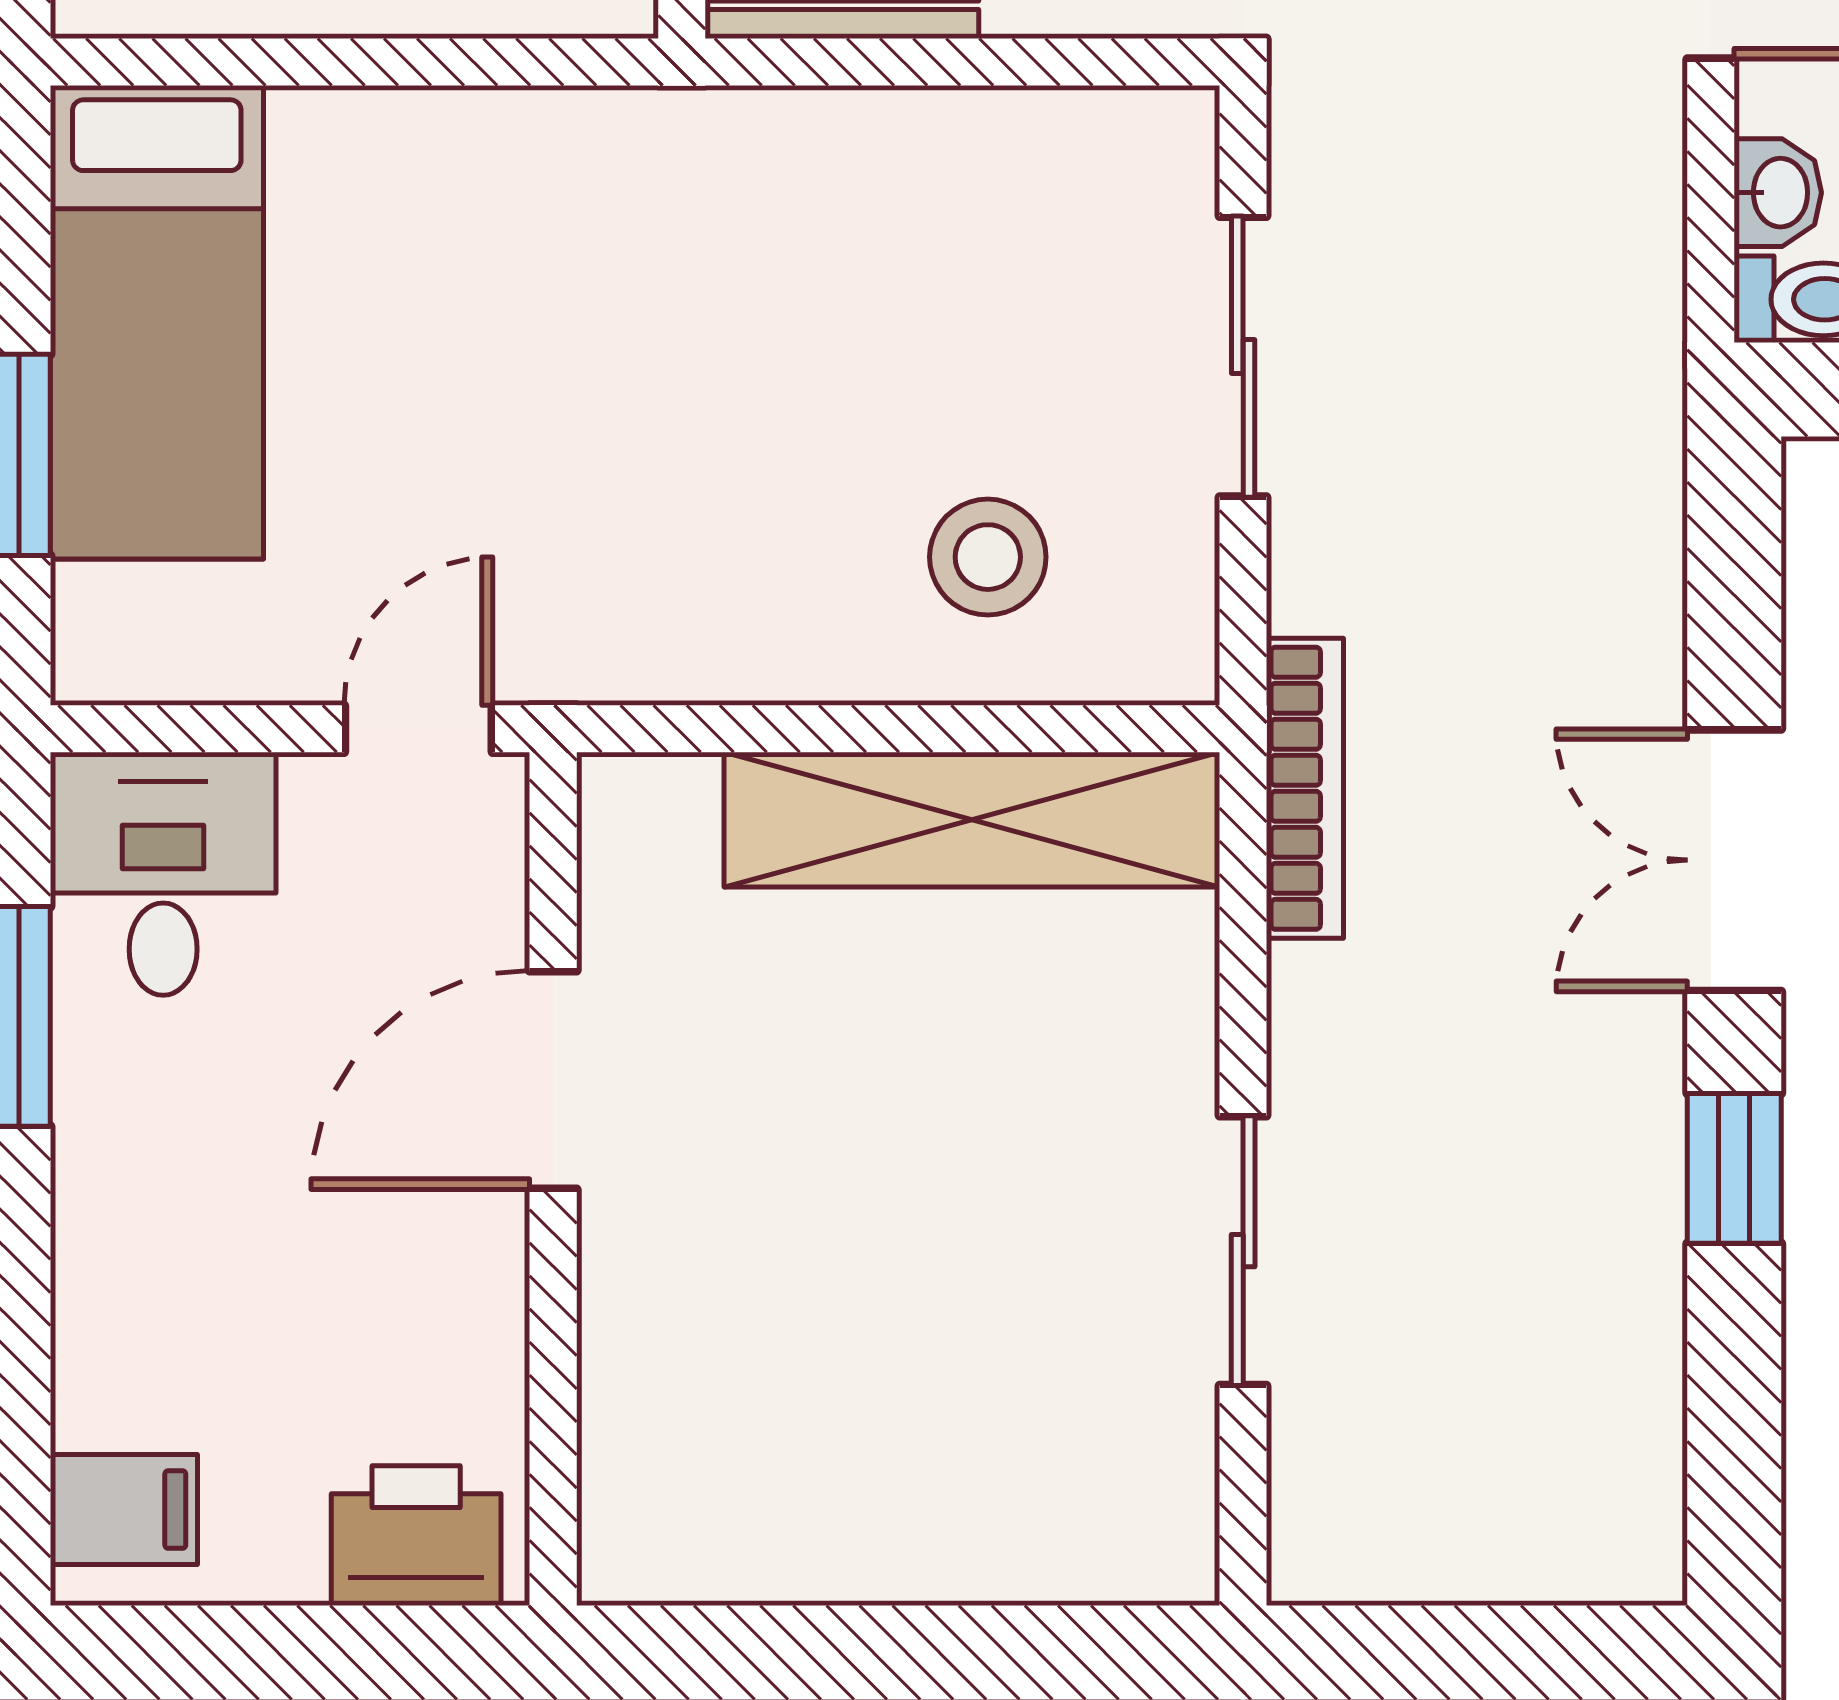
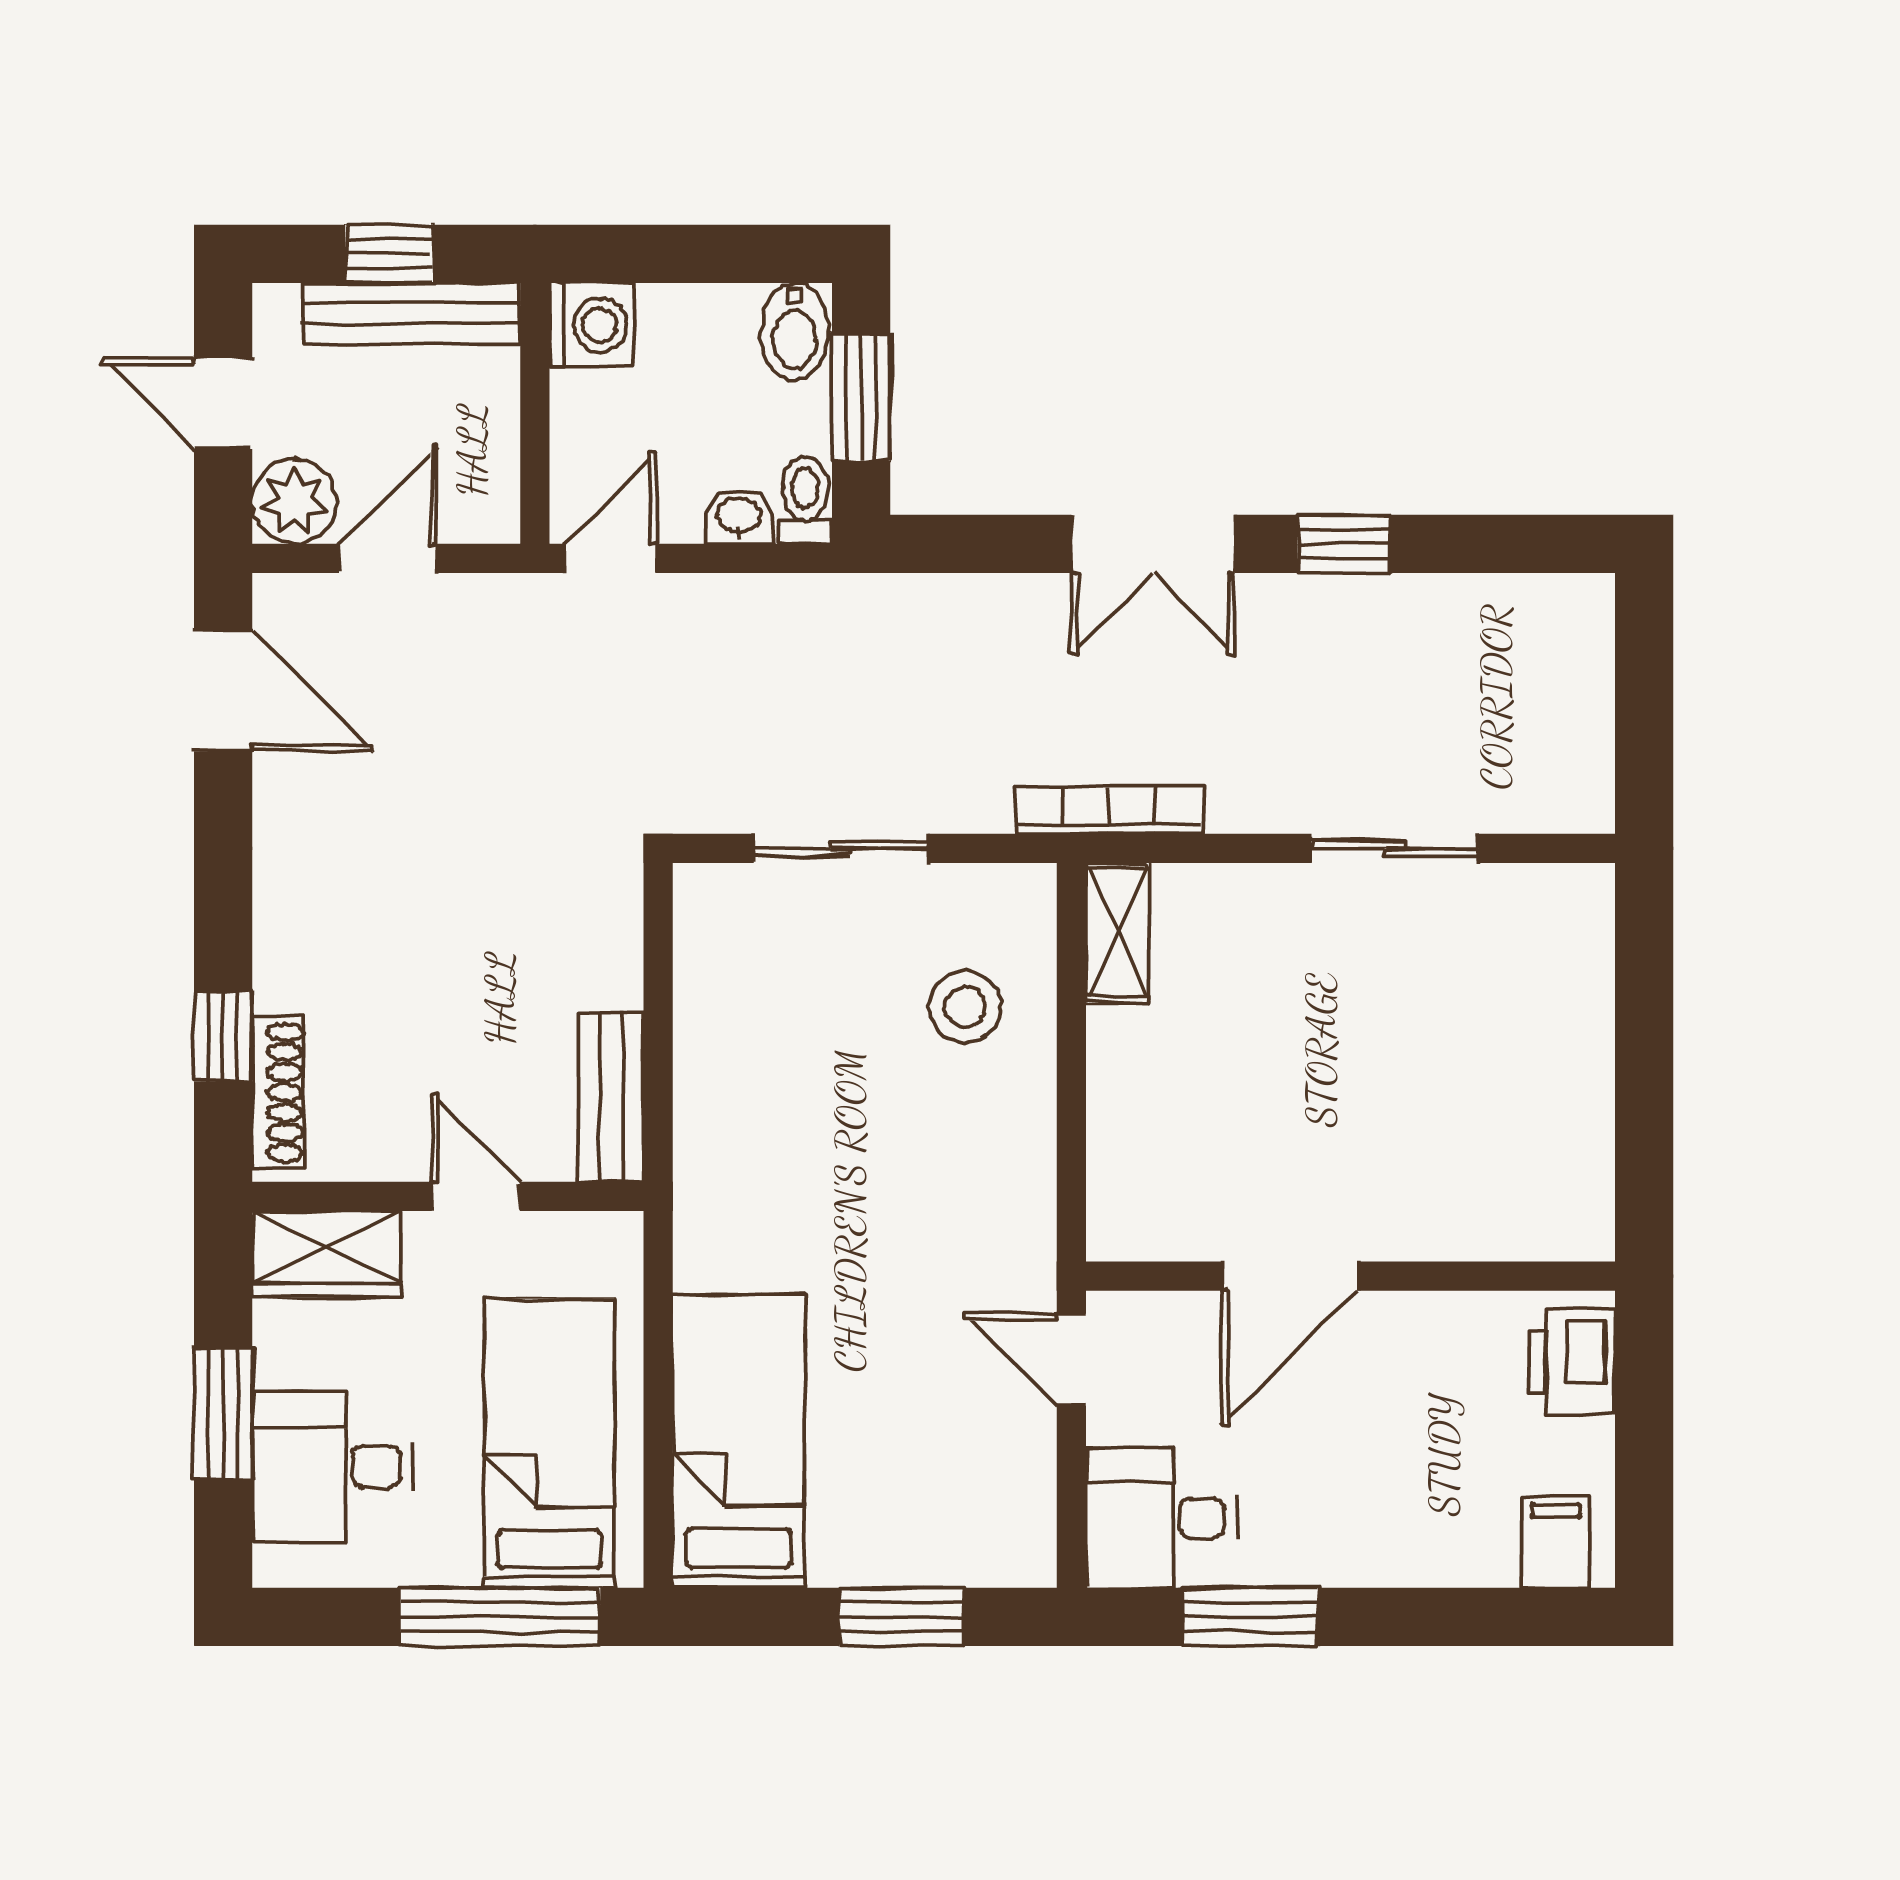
bed: (157, 322) -> (739, 1441), moved, turned -90
shelving: (972, 820) -> (1117, 933), width x0.45, depth x0.75
door: (553, 1080) -> (1289, 1276), hinge flipped

